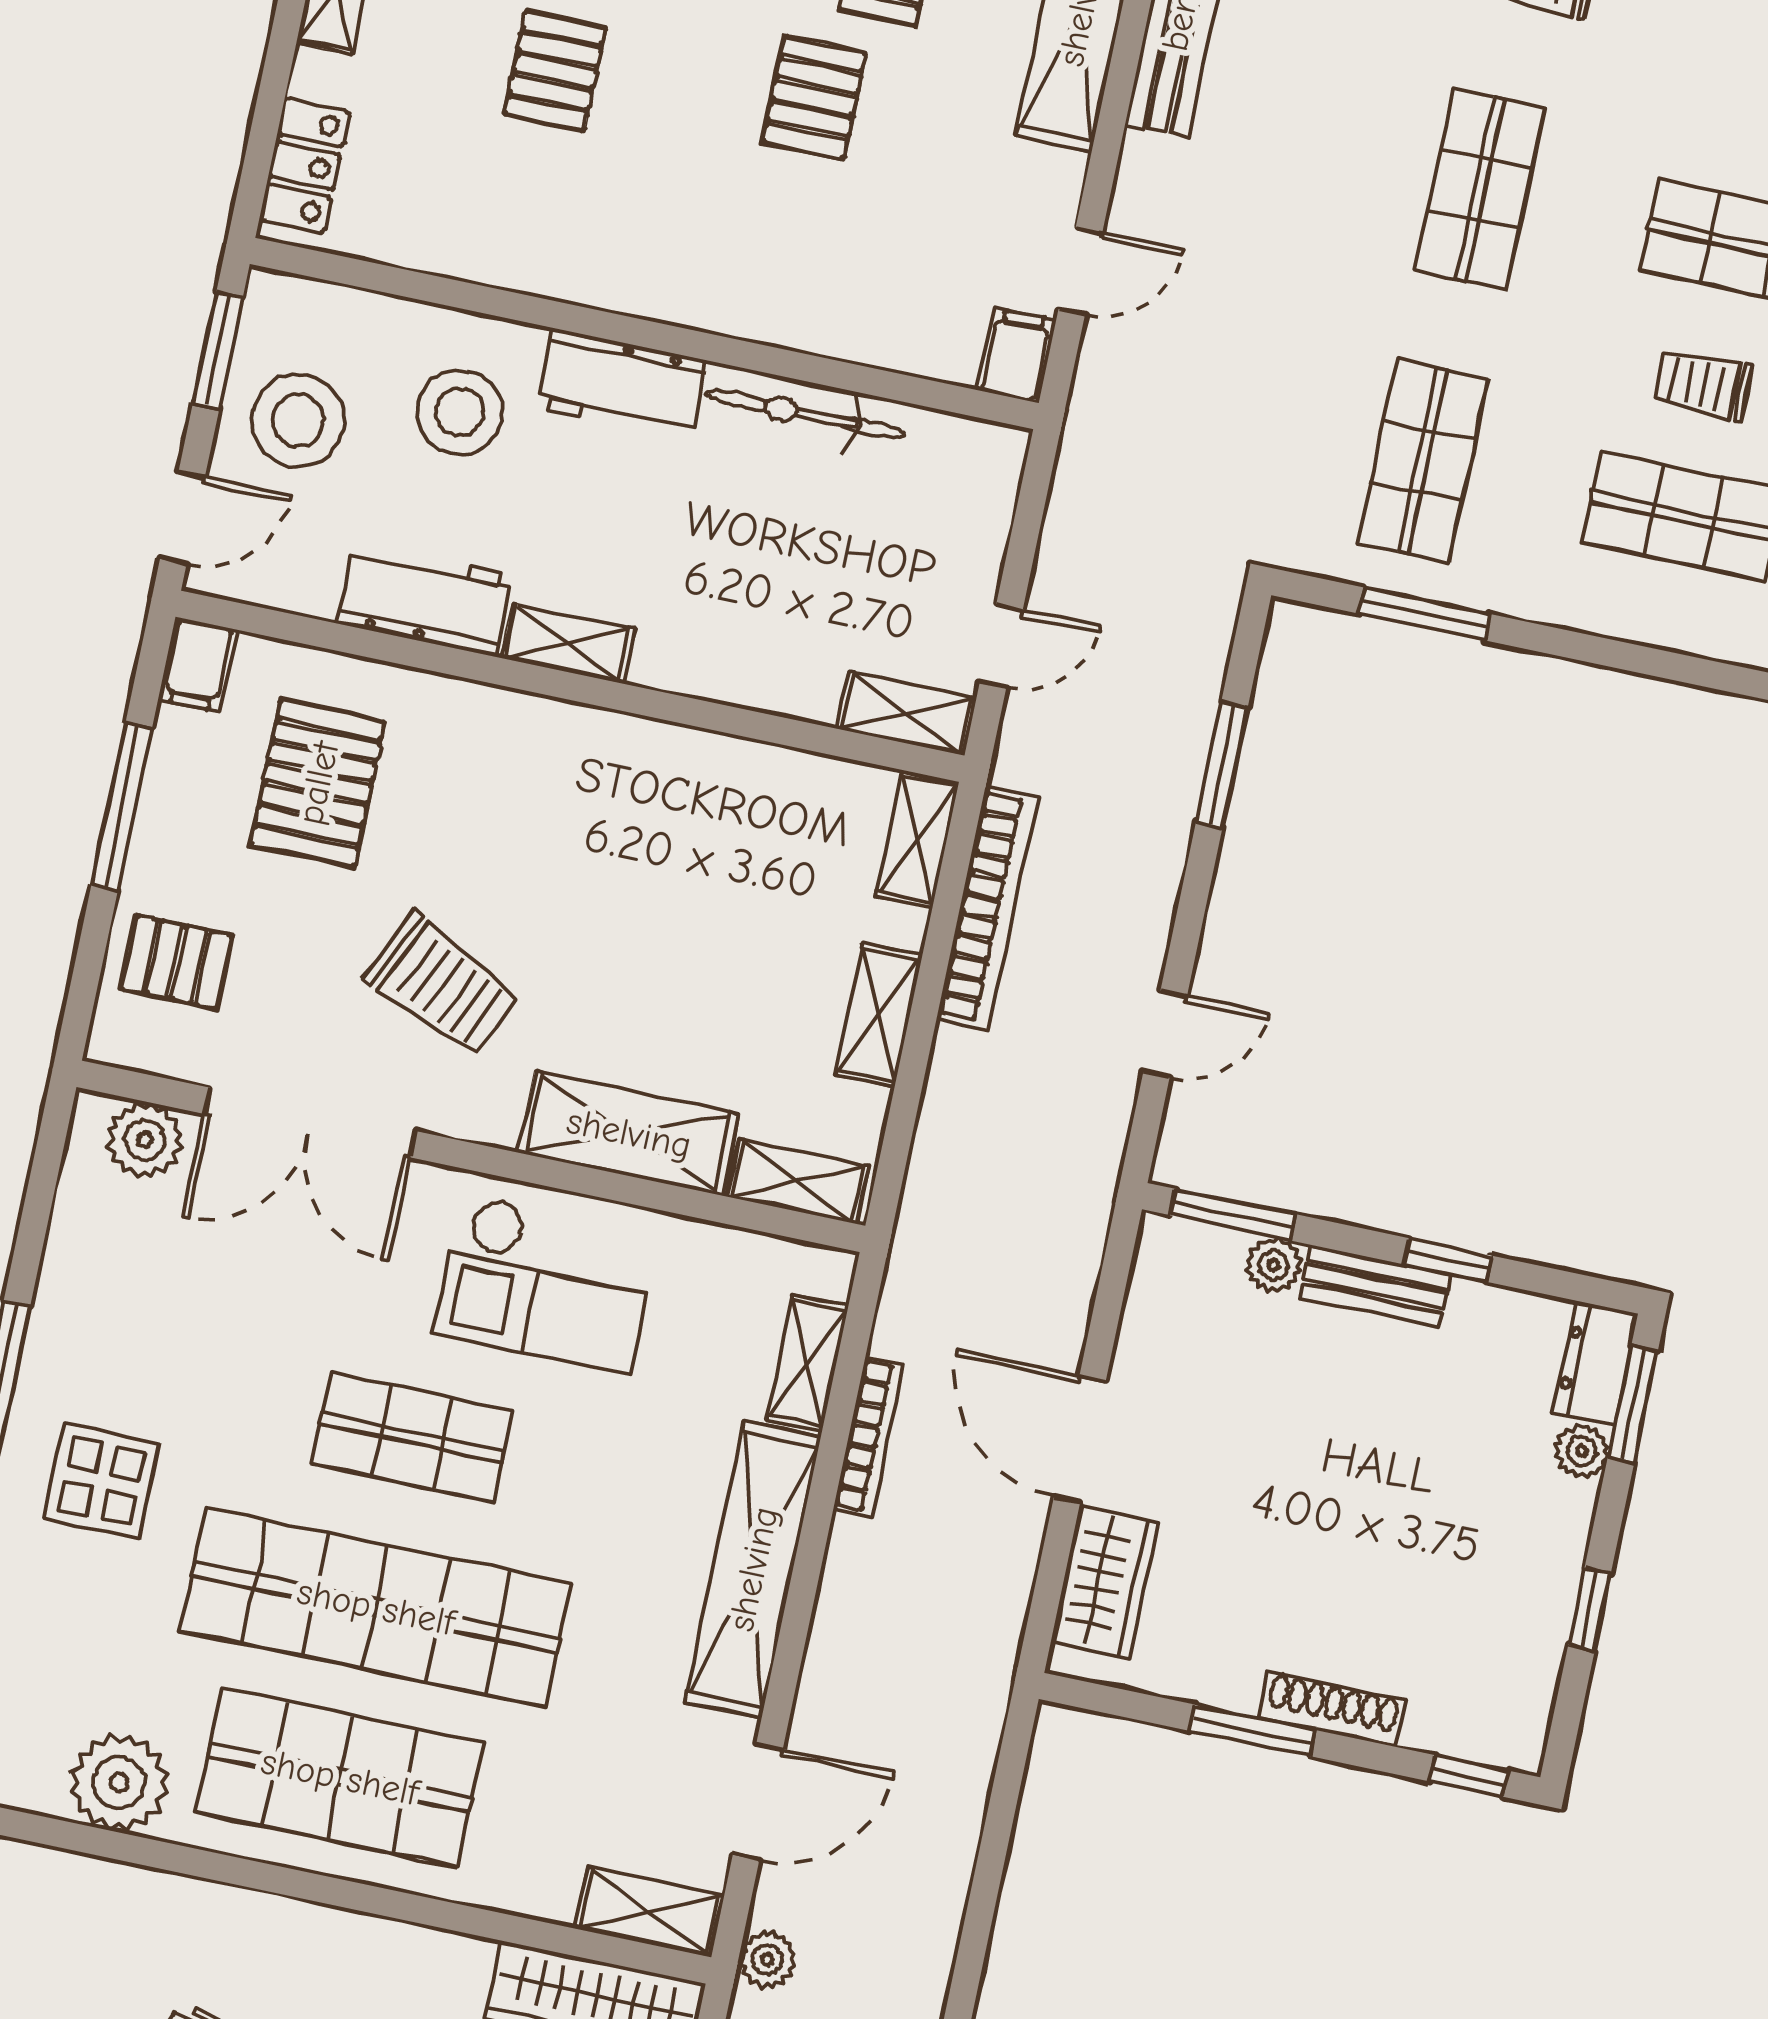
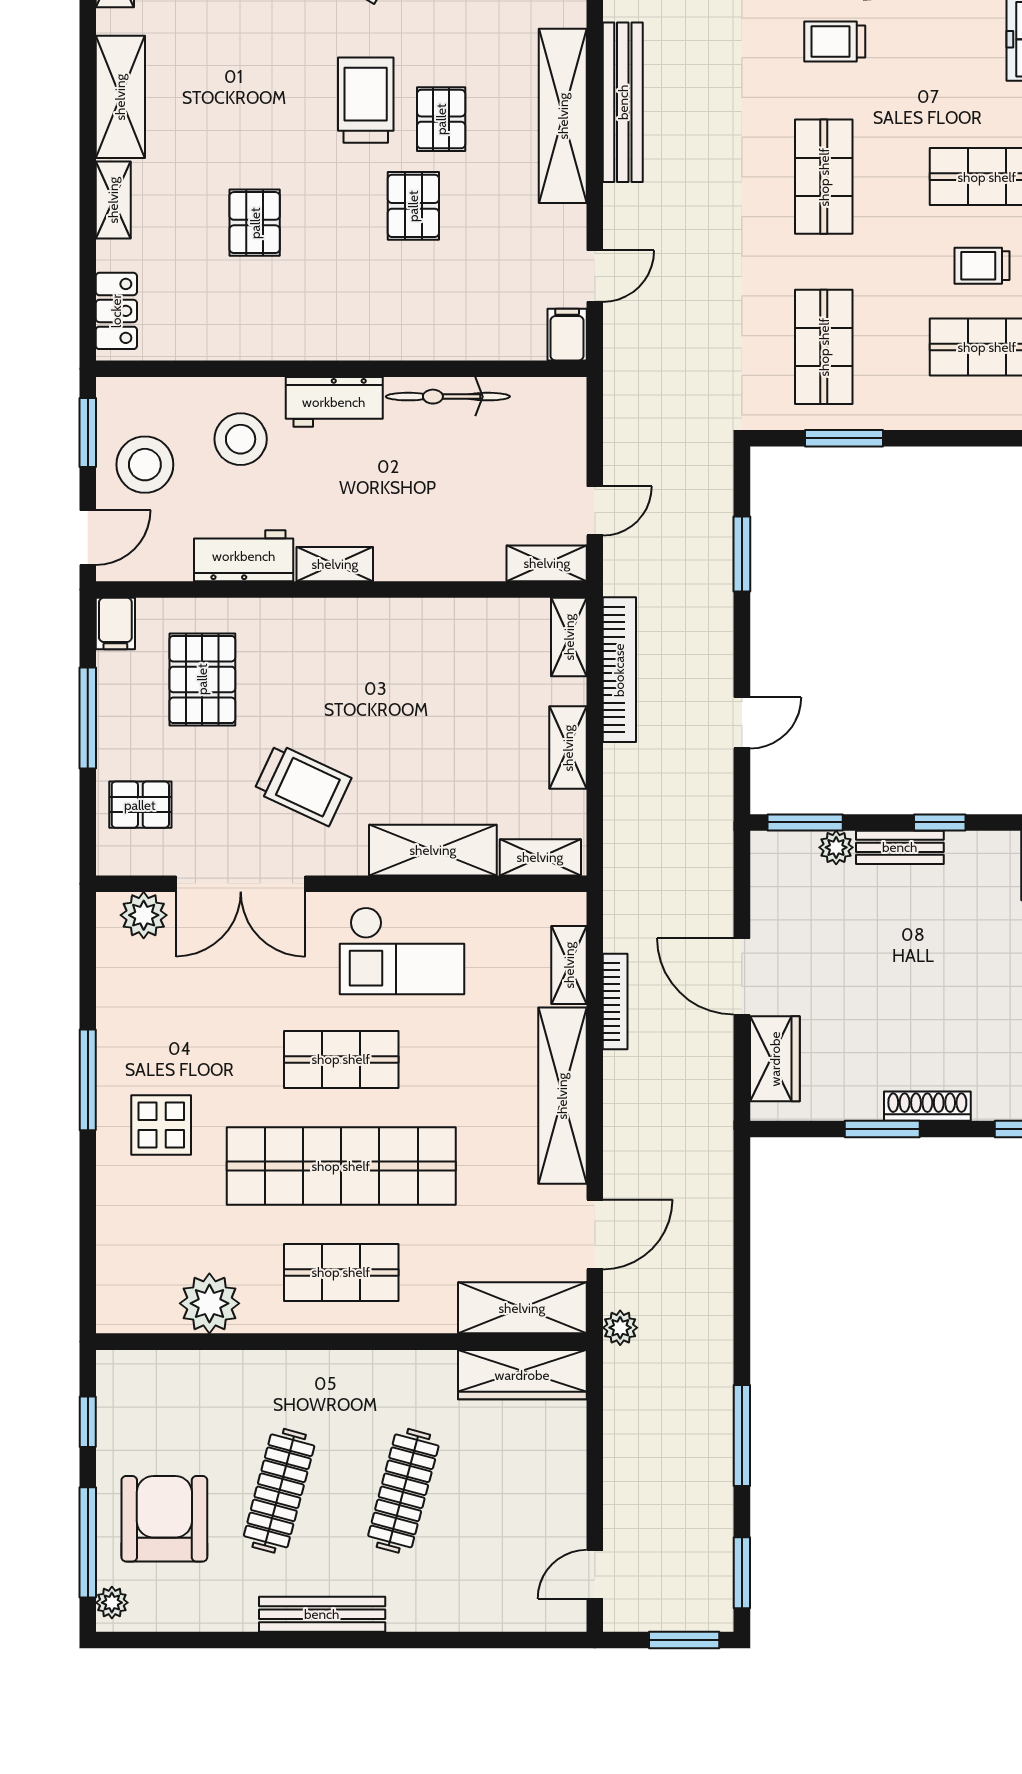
shop shelf: (340, 1777) -> (341, 1272), width x0.70, depth x0.74
shelving: (649, 1912) -> (522, 1308), width x1.50, depth x1.33

